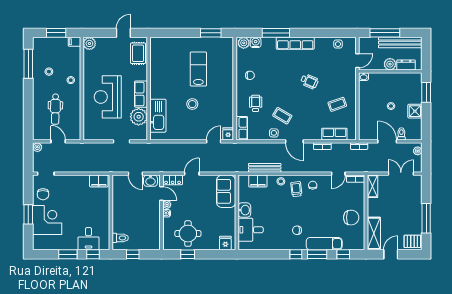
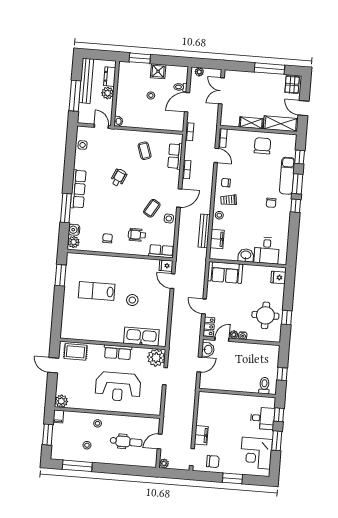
plant: (139, 117) -> (156, 358), moved
filing cabinet: (99, 181) -> (201, 435), moved
shelving: (372, 186) -> (251, 123), moved
corner desk: (47, 220) -> (256, 453), moved, turned -90

